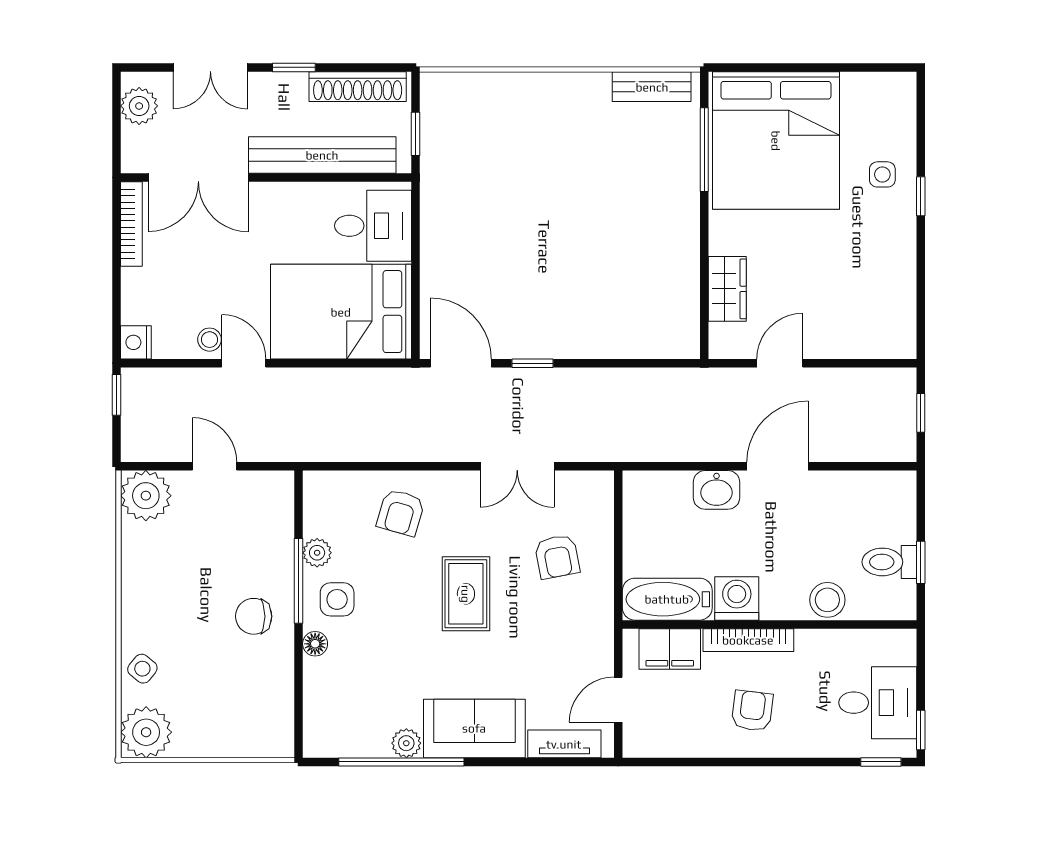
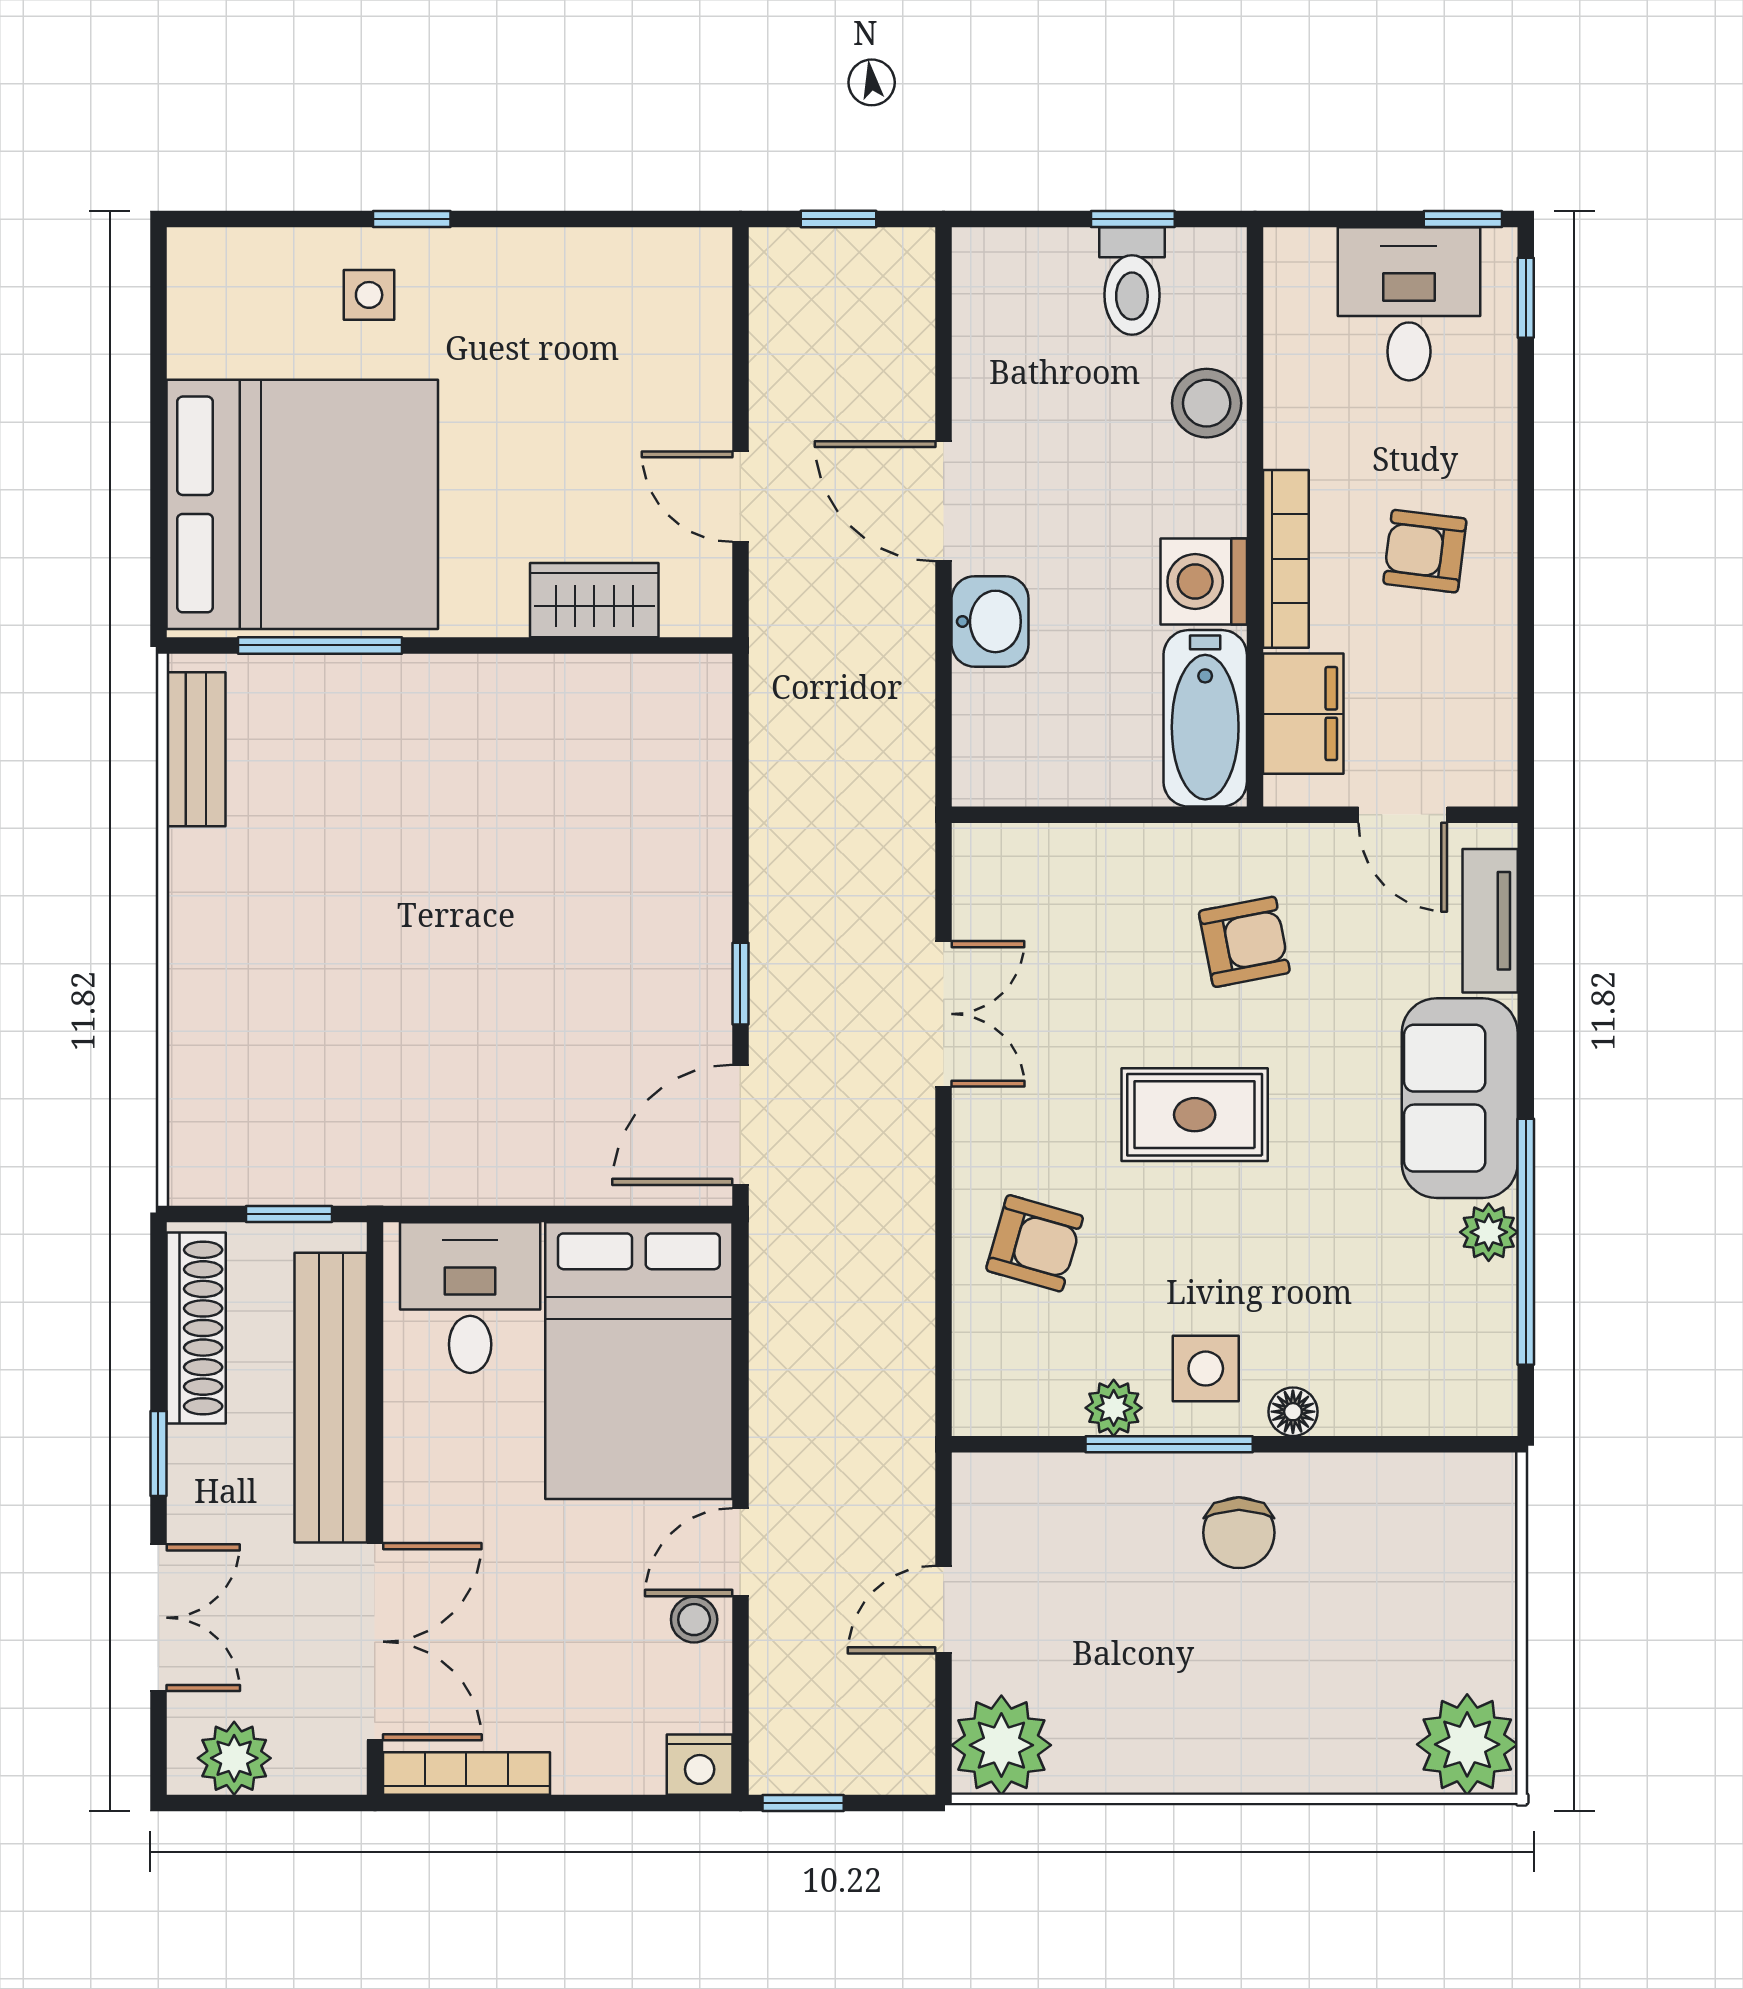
armchair: (557, 557) -> (1244, 942), moved
side table: (142, 669) -> (1342, 1752), removed

